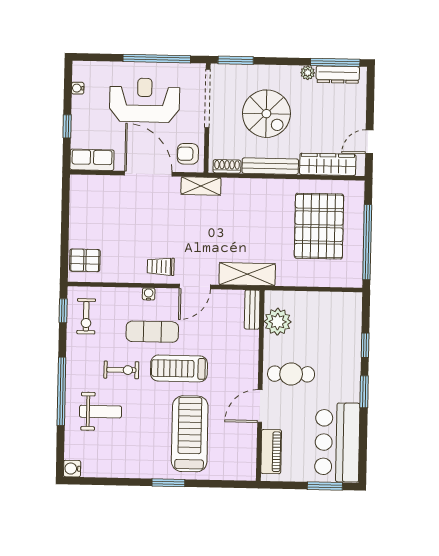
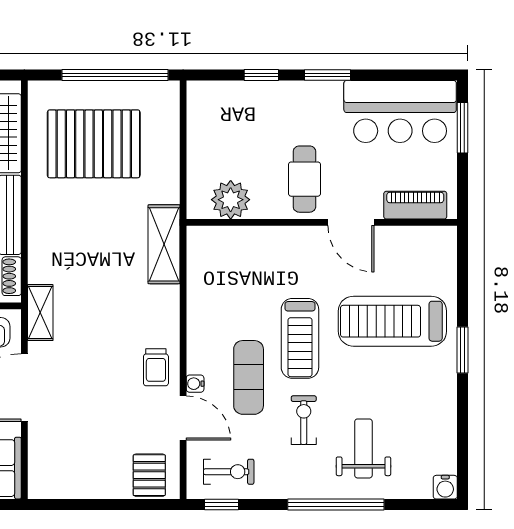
door: (195, 287) -> (183, 418), moved
bench: (252, 310) -> (214, 236), removed

